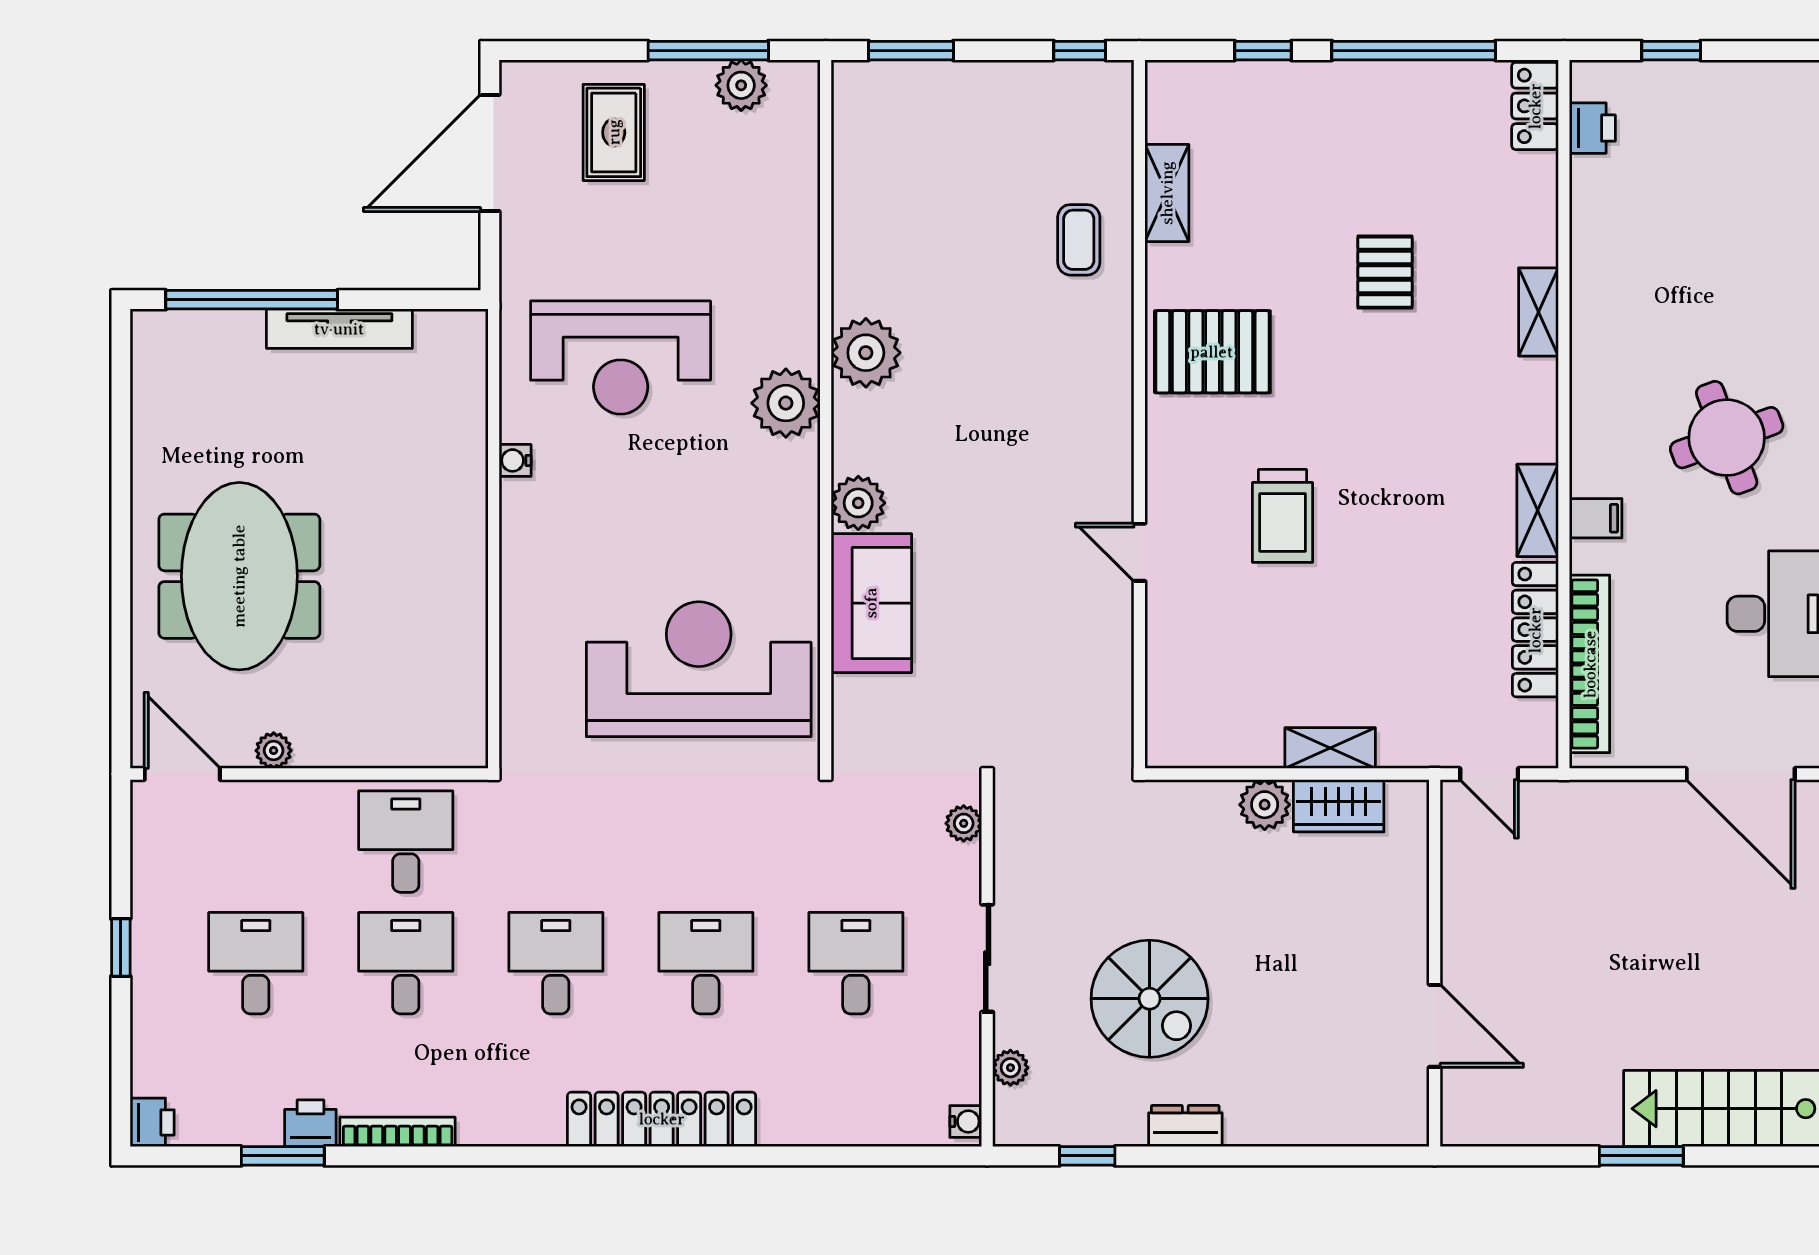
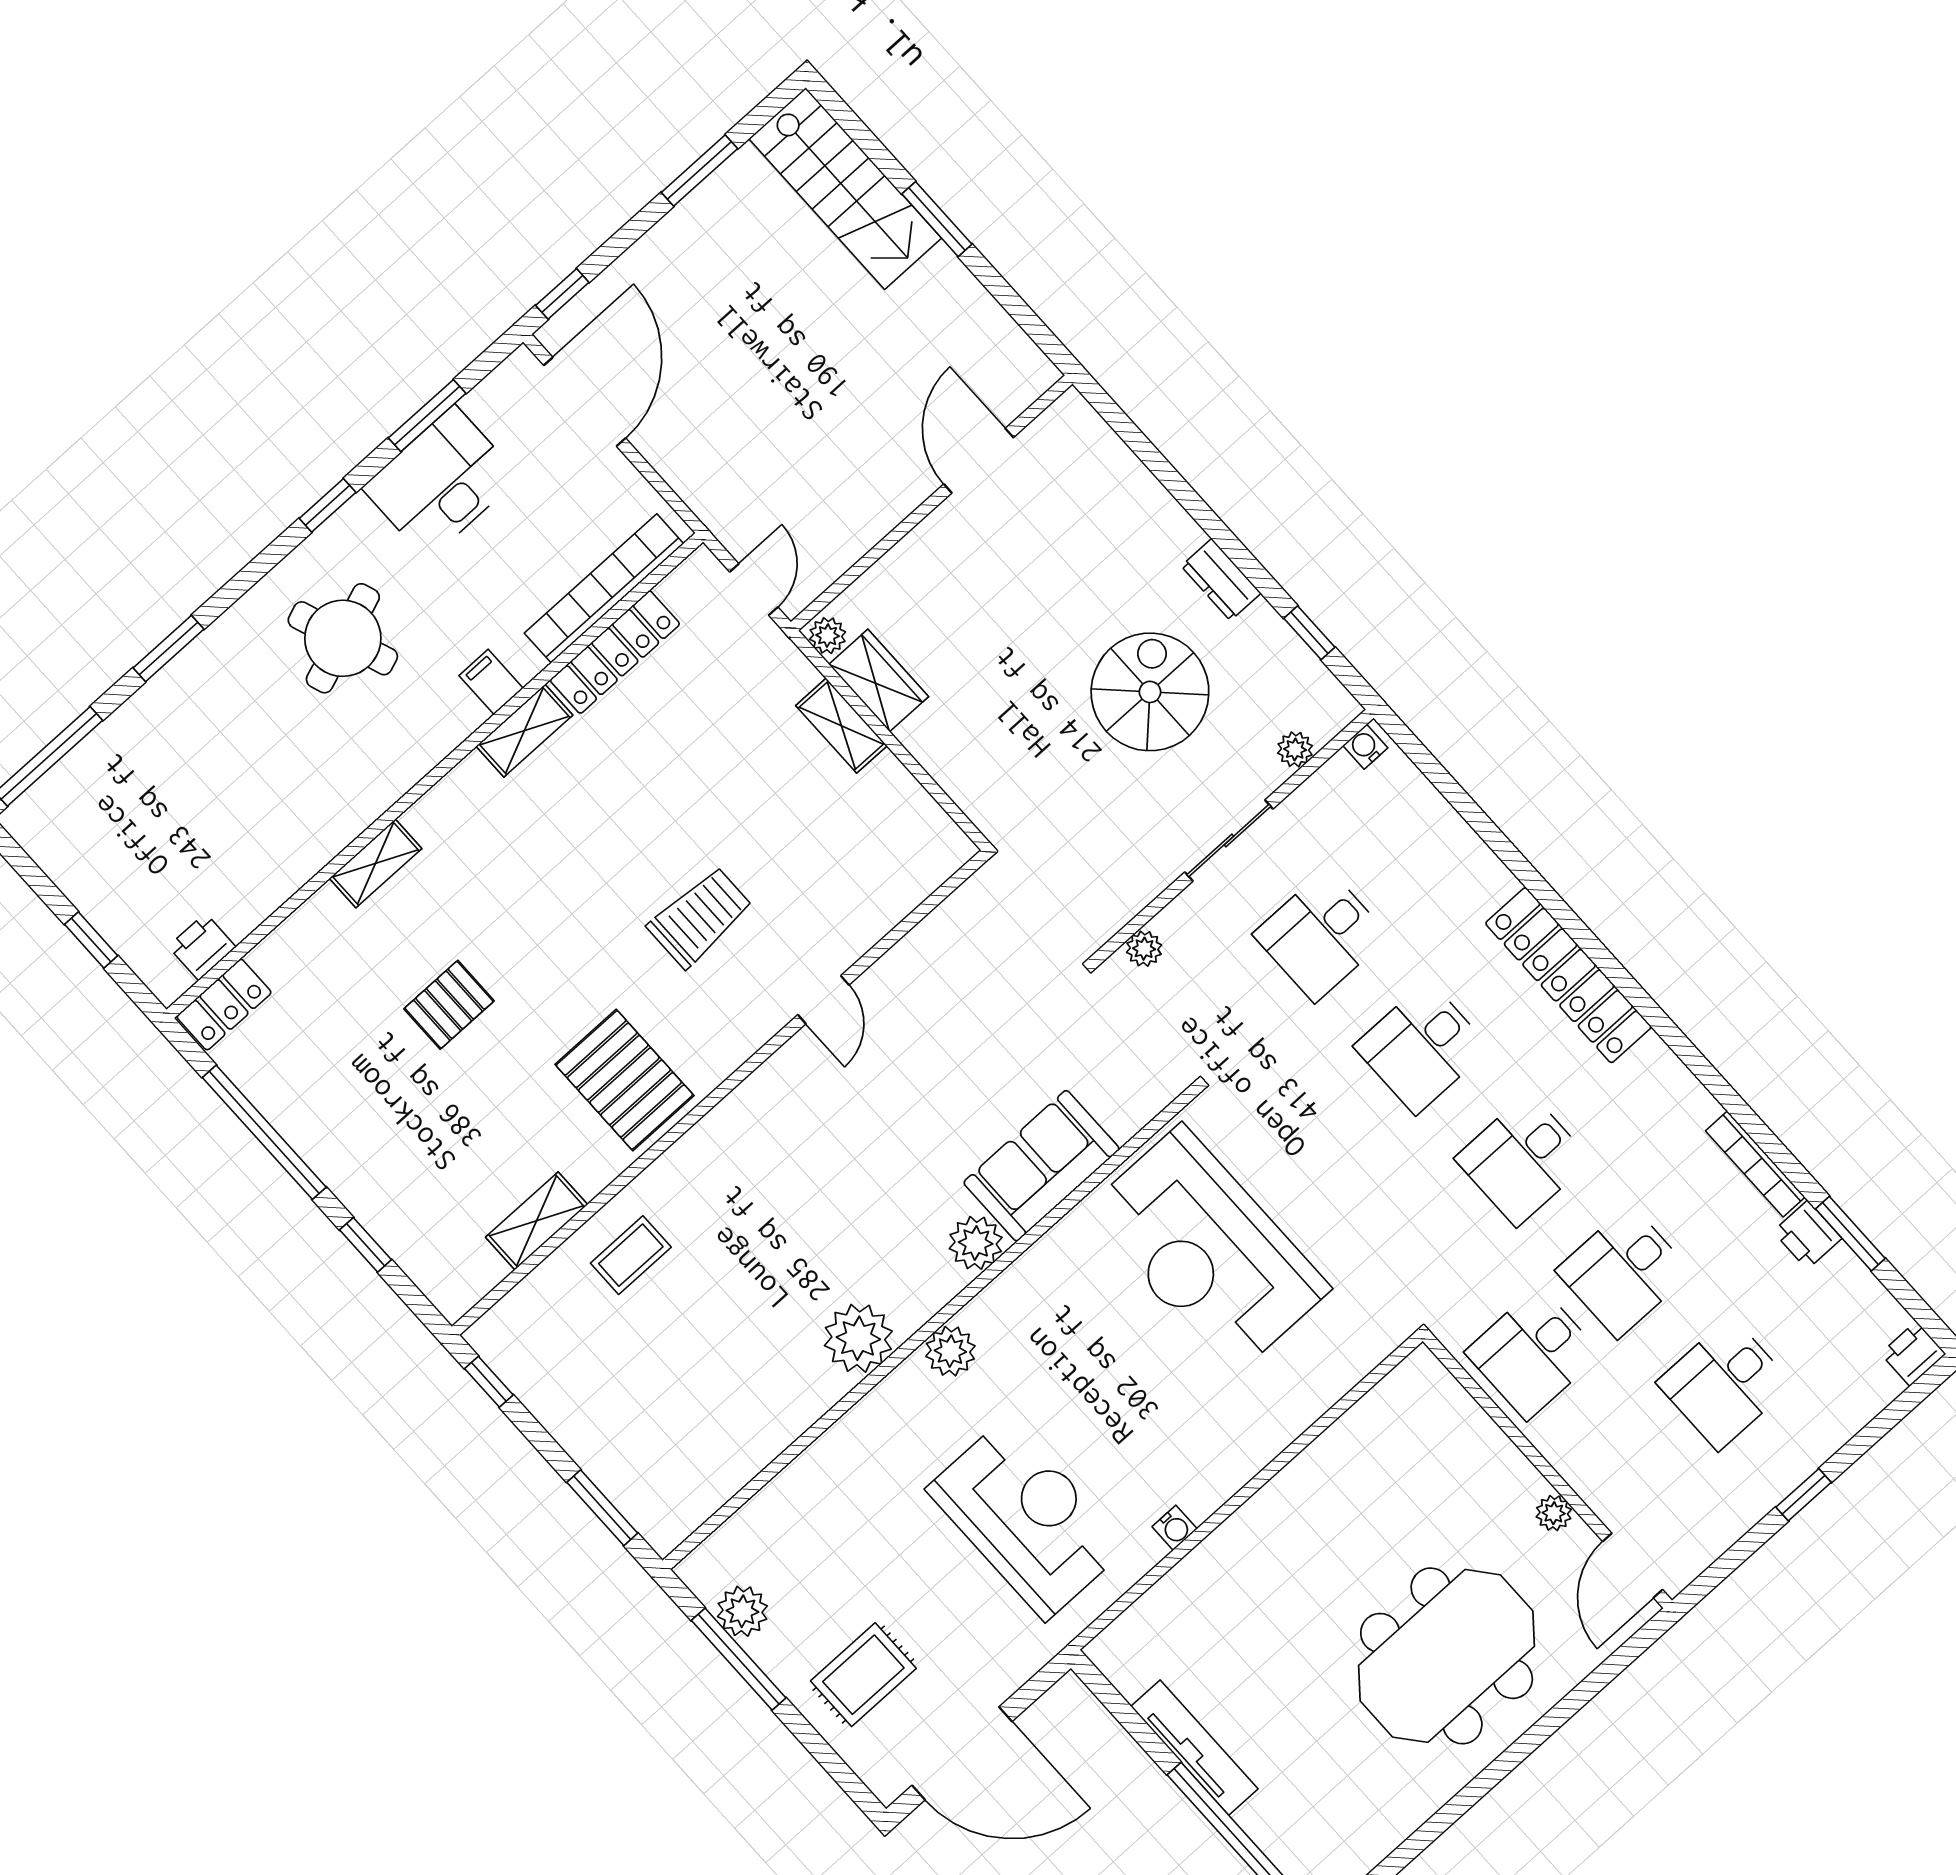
plant: (786, 403) -> (950, 1351), width x0.73, depth x0.73
plant: (1265, 805) -> (828, 636), moved, width x0.73, depth x0.73

